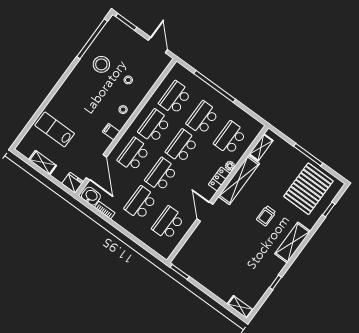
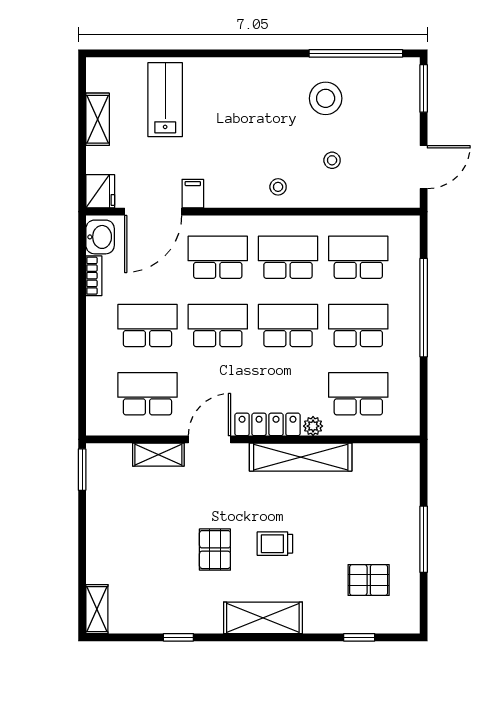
filing cabinet: (111, 132) -> (193, 194), moved
shelving: (261, 147) -> (158, 455), moved
locker: (219, 179) -> (268, 424), width x1.53
pallet: (308, 189) -> (369, 580), width x0.49, depth x0.50
pallet: (251, 242) -> (215, 550), added

